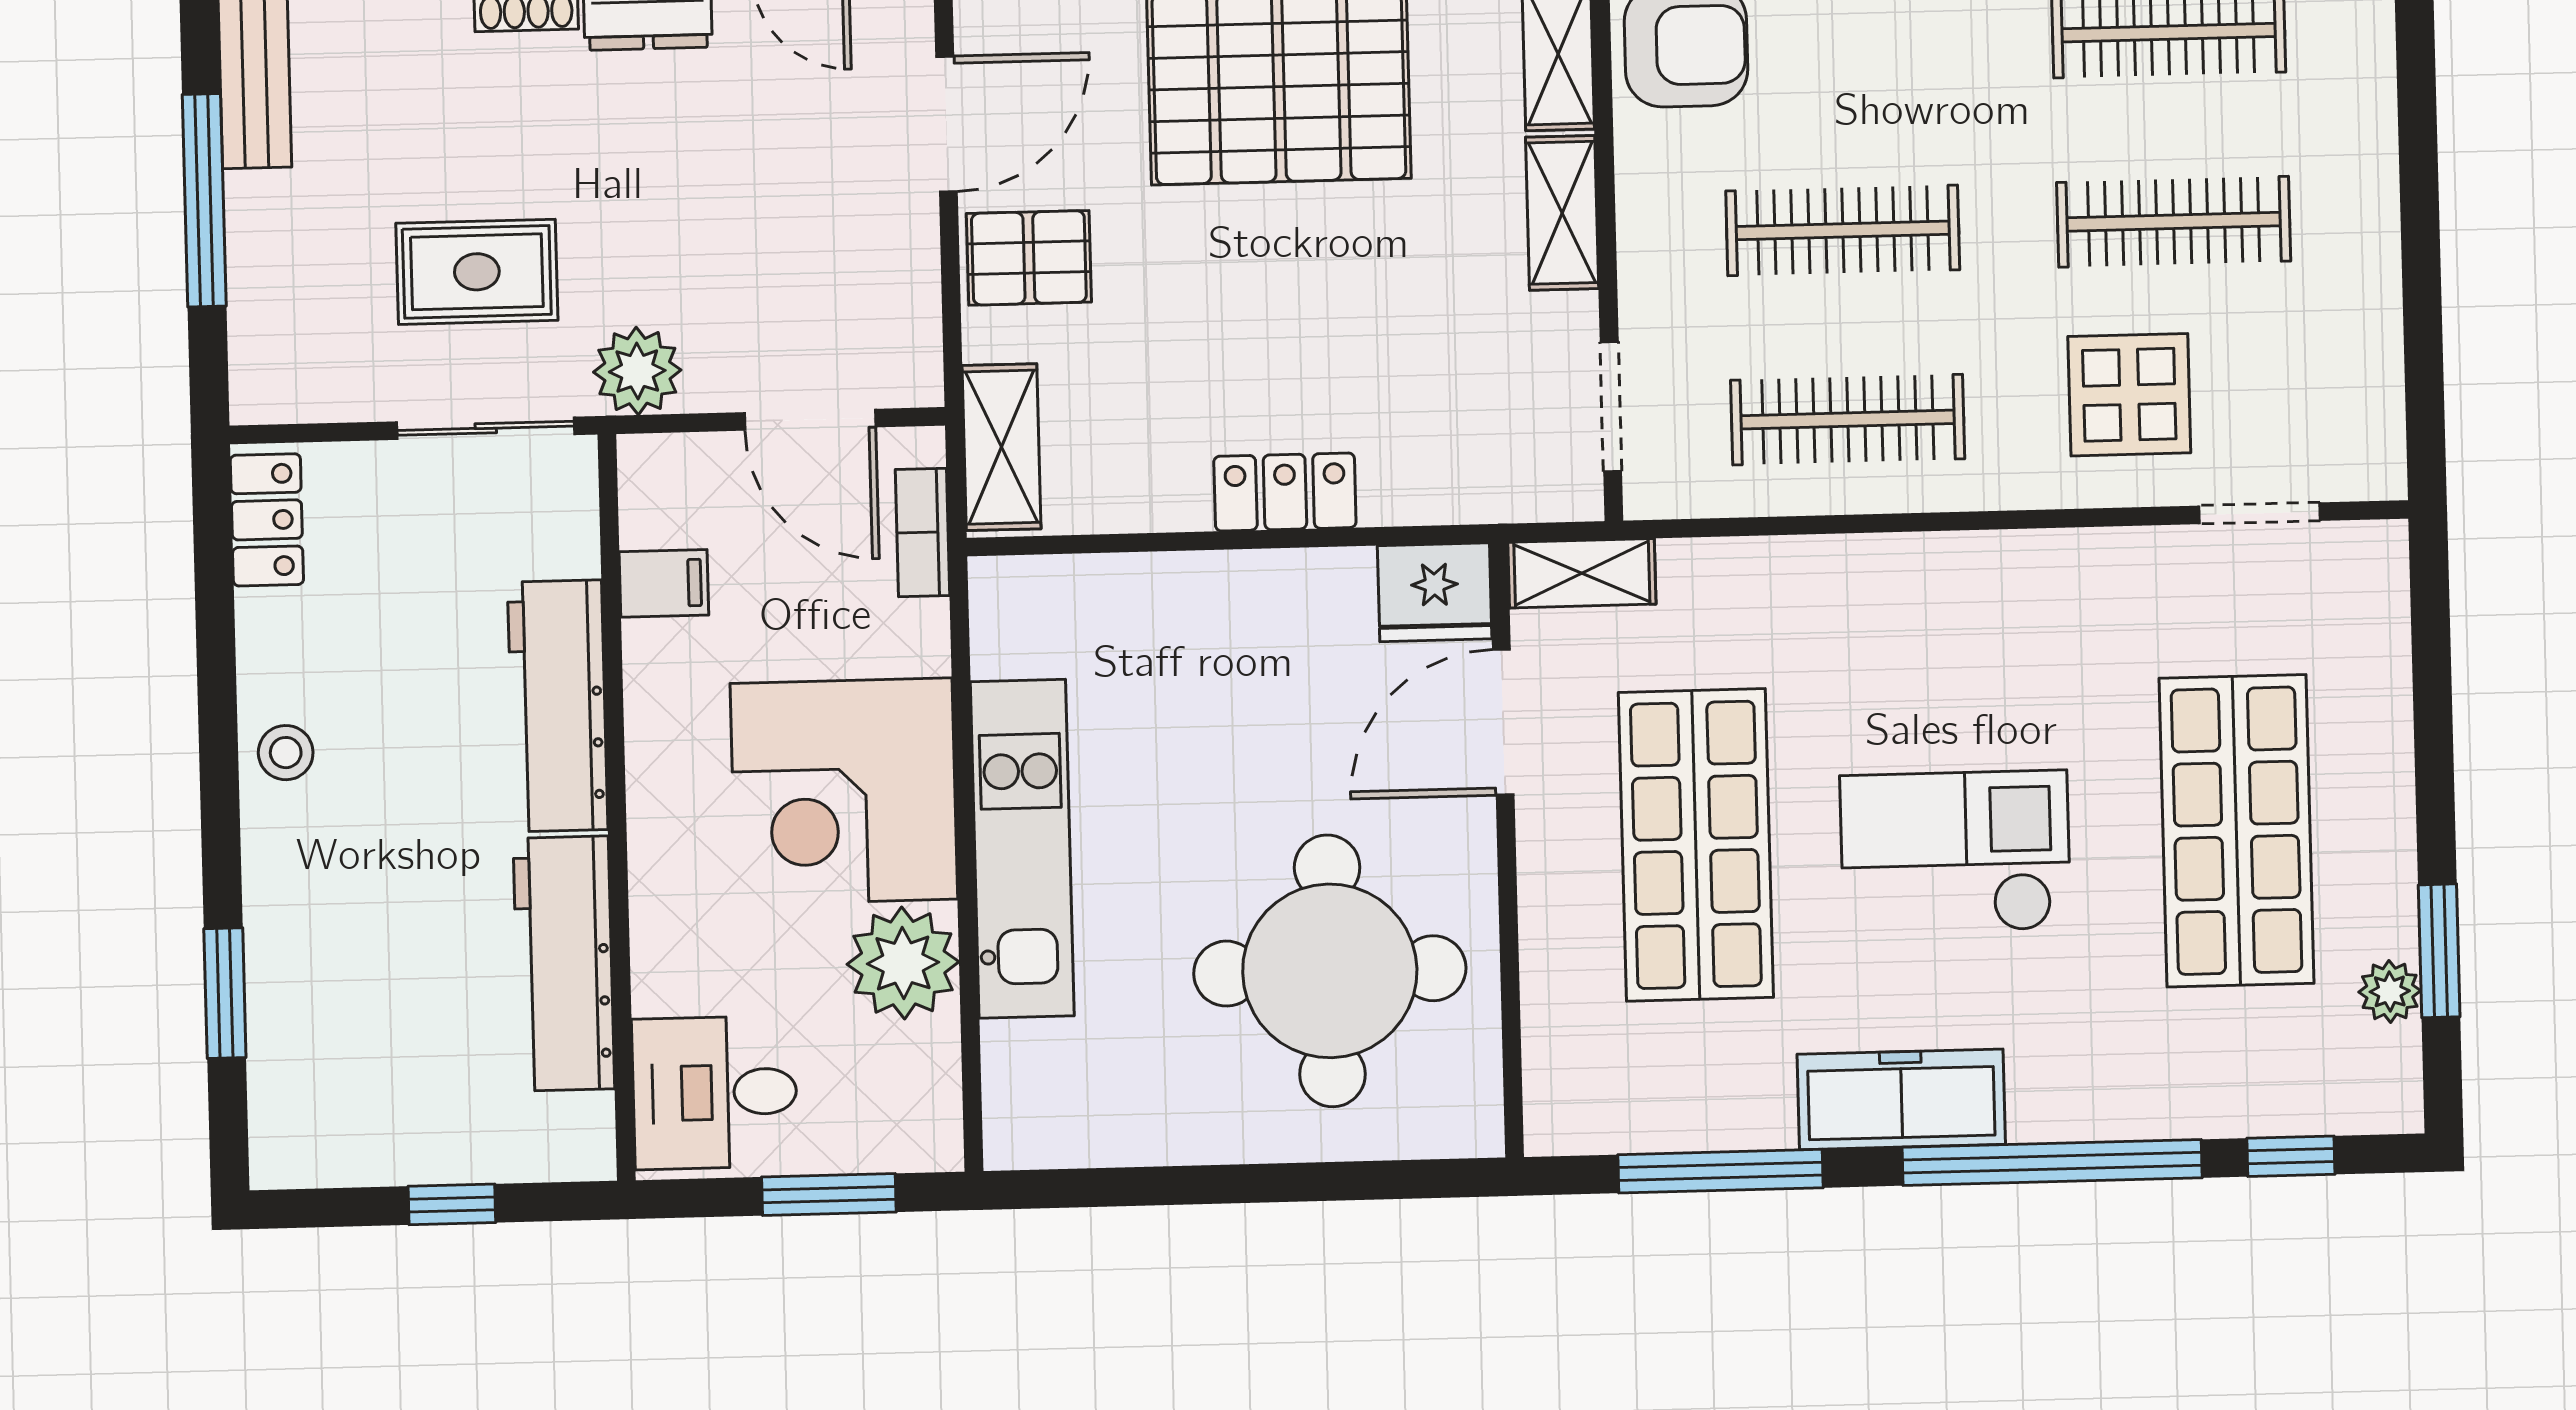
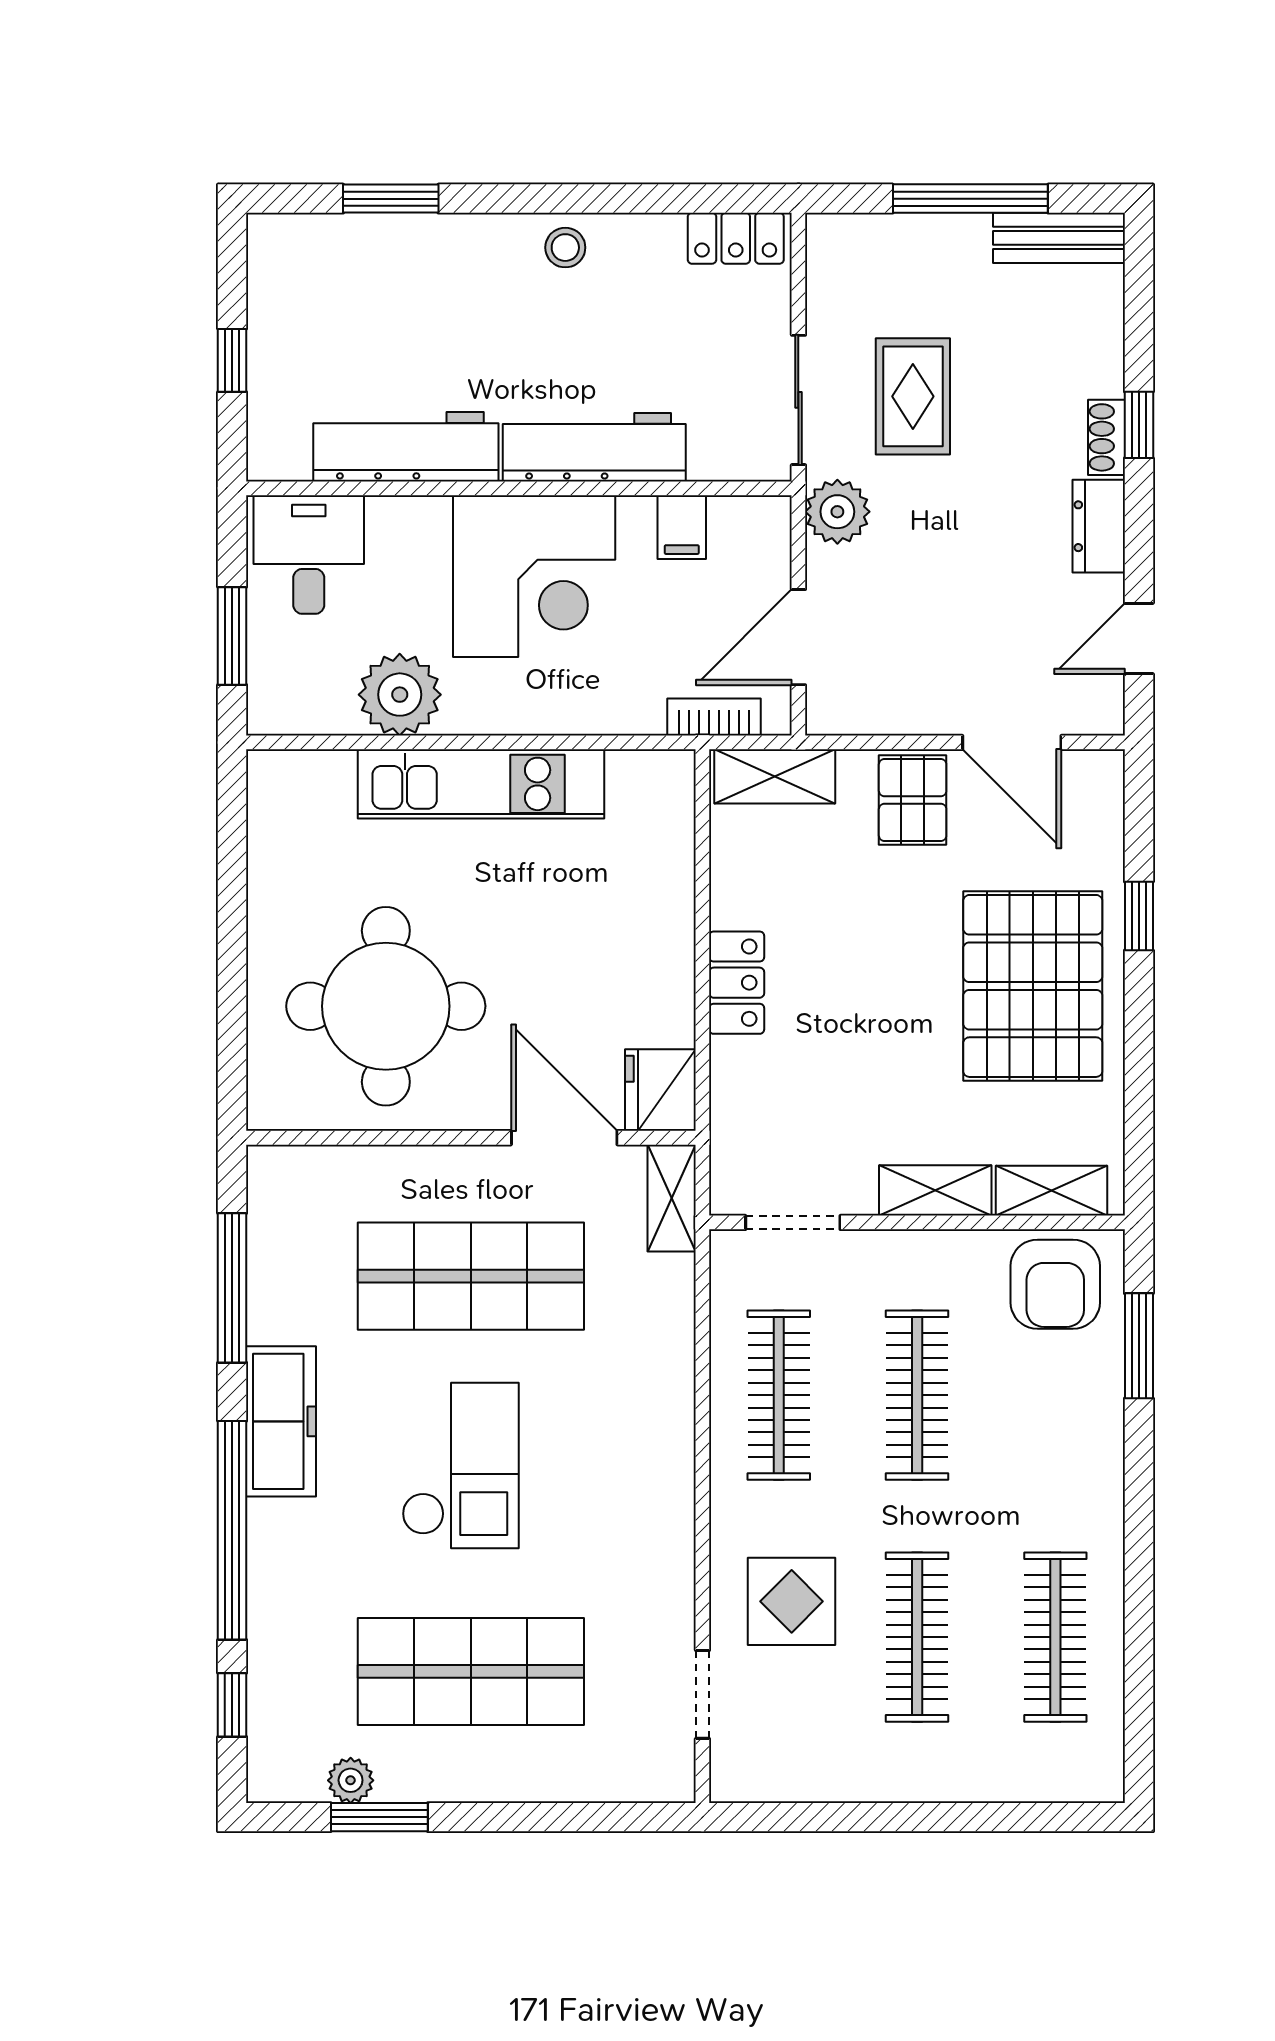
corner desk: (844, 791) -> (534, 576), moved, turned 180

